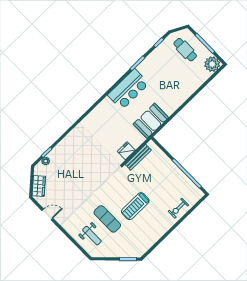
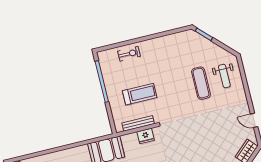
treadmill: (135, 206) -> (140, 94), moved
weight bench: (92, 236) -> (224, 76), turned 180

